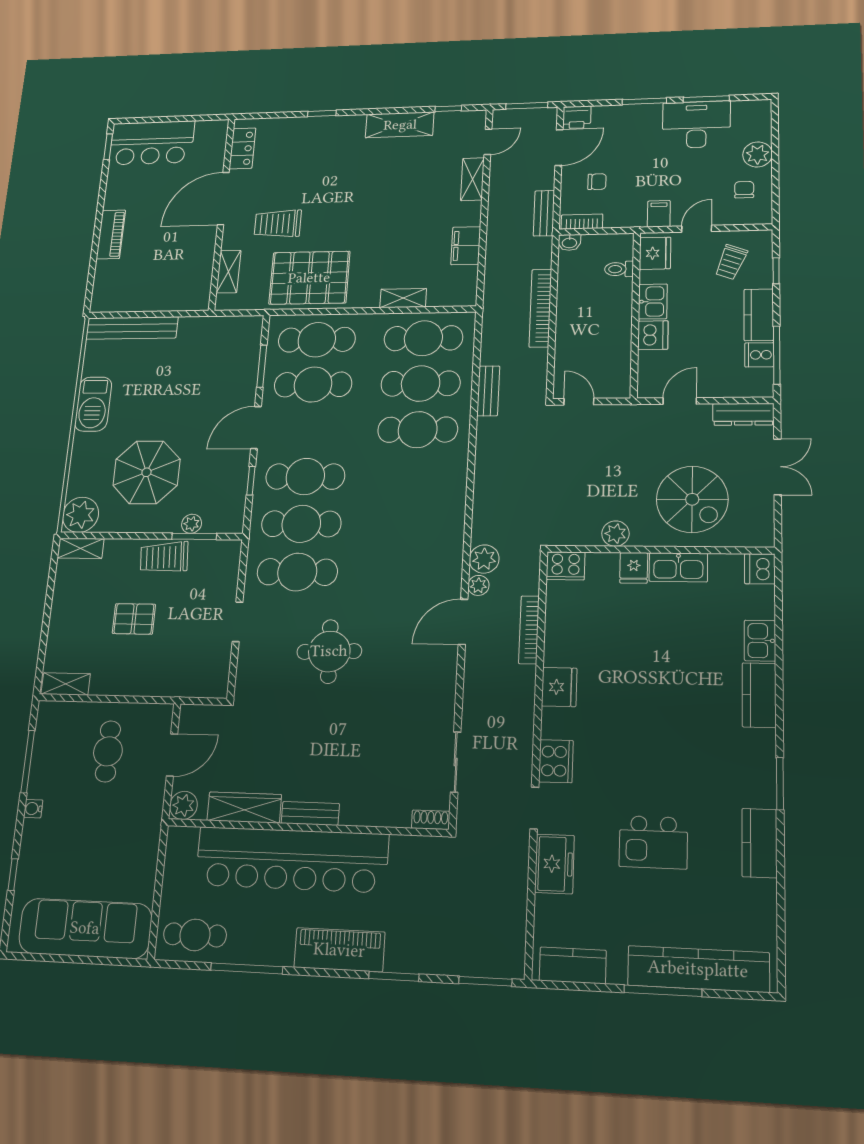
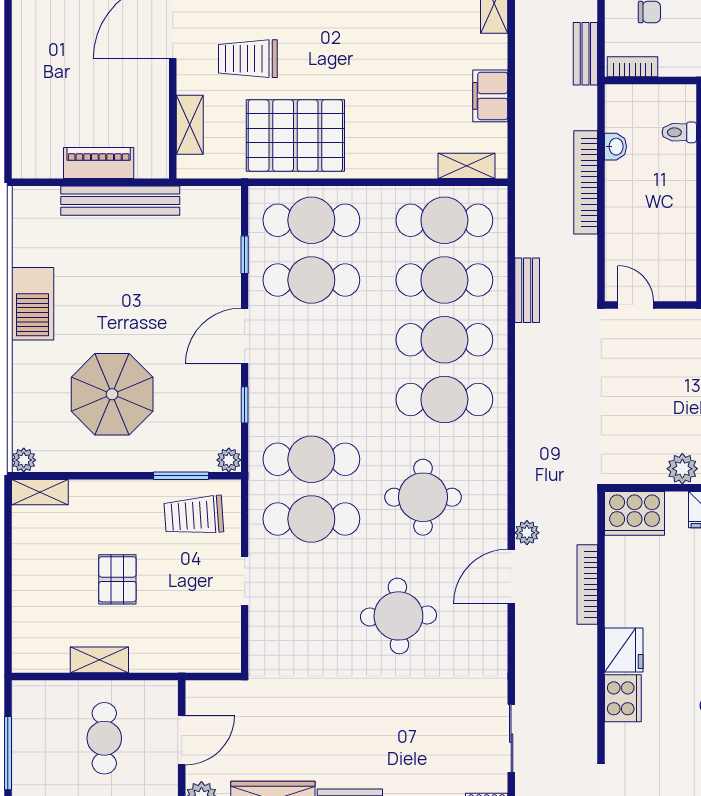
piano: (111, 235) -> (99, 163), moved, turned -90
washbasin: (569, 242) -> (616, 147), moved, turned -90
shelving: (403, 298) -> (466, 166), moved
bench: (132, 328) -> (120, 201), moved
window: (262, 366) -> (245, 255), width x0.67
cafe table: (305, 477) -> (444, 399), moved
plant: (81, 515) -> (24, 460), width x0.53, depth x0.53
plant: (192, 524) -> (229, 460), moved
round table: (392, 555) -> (423, 497), added
trolley: (164, 557) -> (194, 515), moved
plant: (484, 559) -> (532, 501), removed
cooker: (566, 566) -> (635, 513), width x1.37, depth x1.31
pallet: (134, 619) -> (117, 579), turned 90
round table: (329, 651) -> (398, 616), moved
shelving: (66, 684) -> (99, 660), moved
cooker: (556, 761) -> (623, 698), moved

